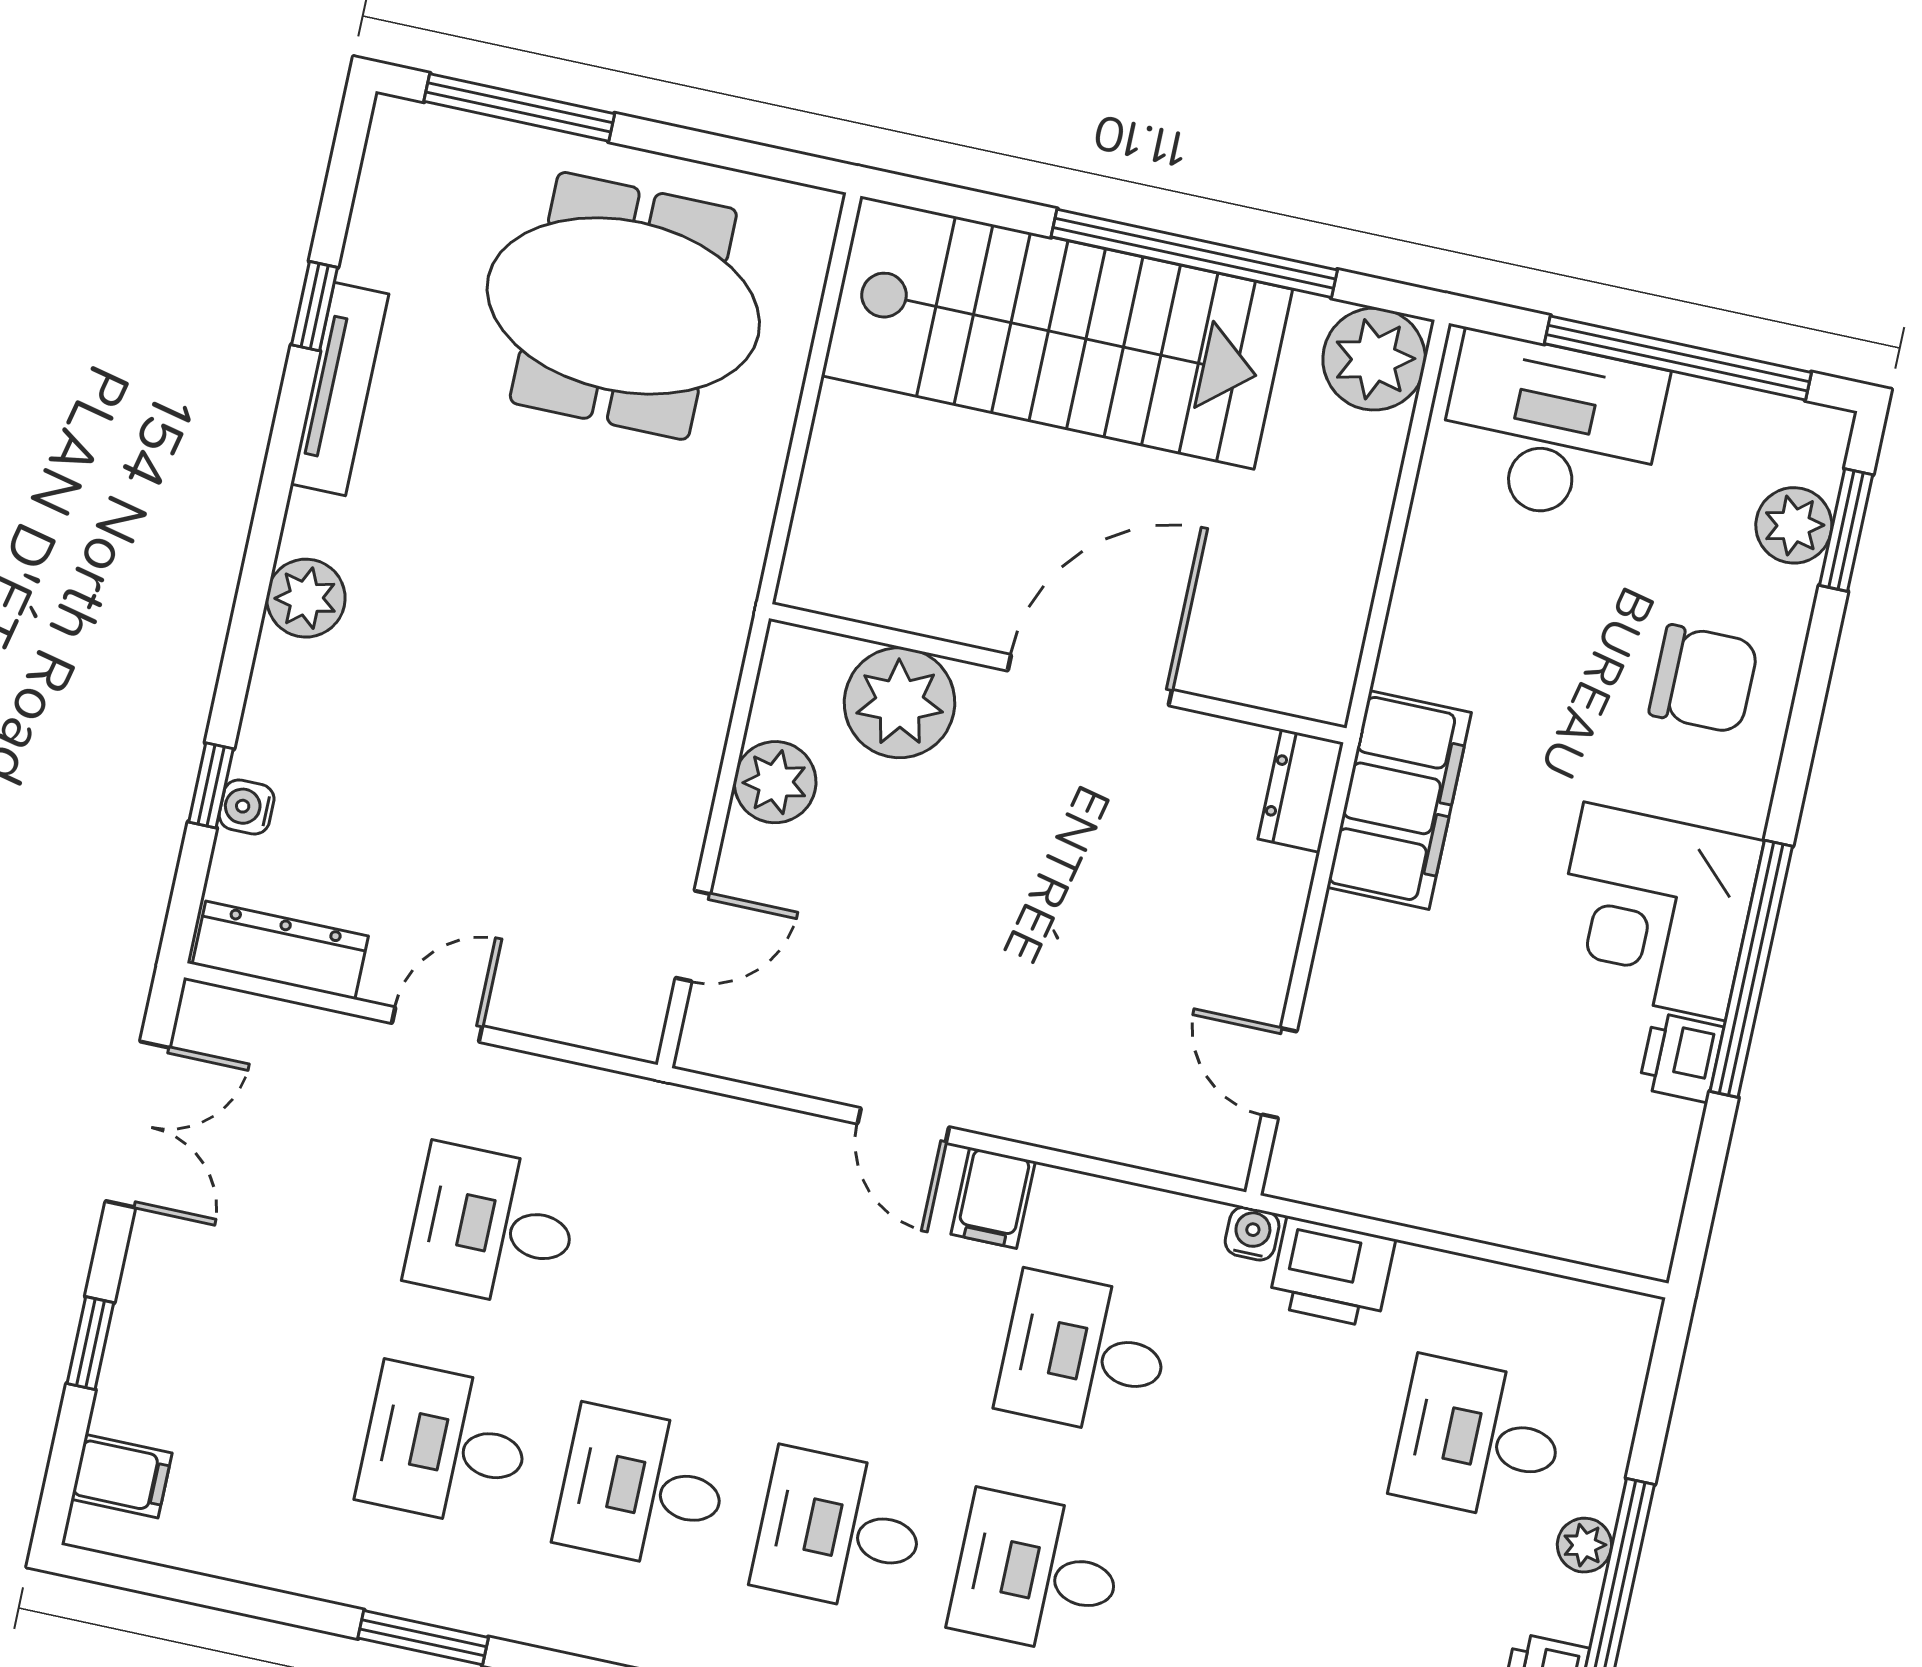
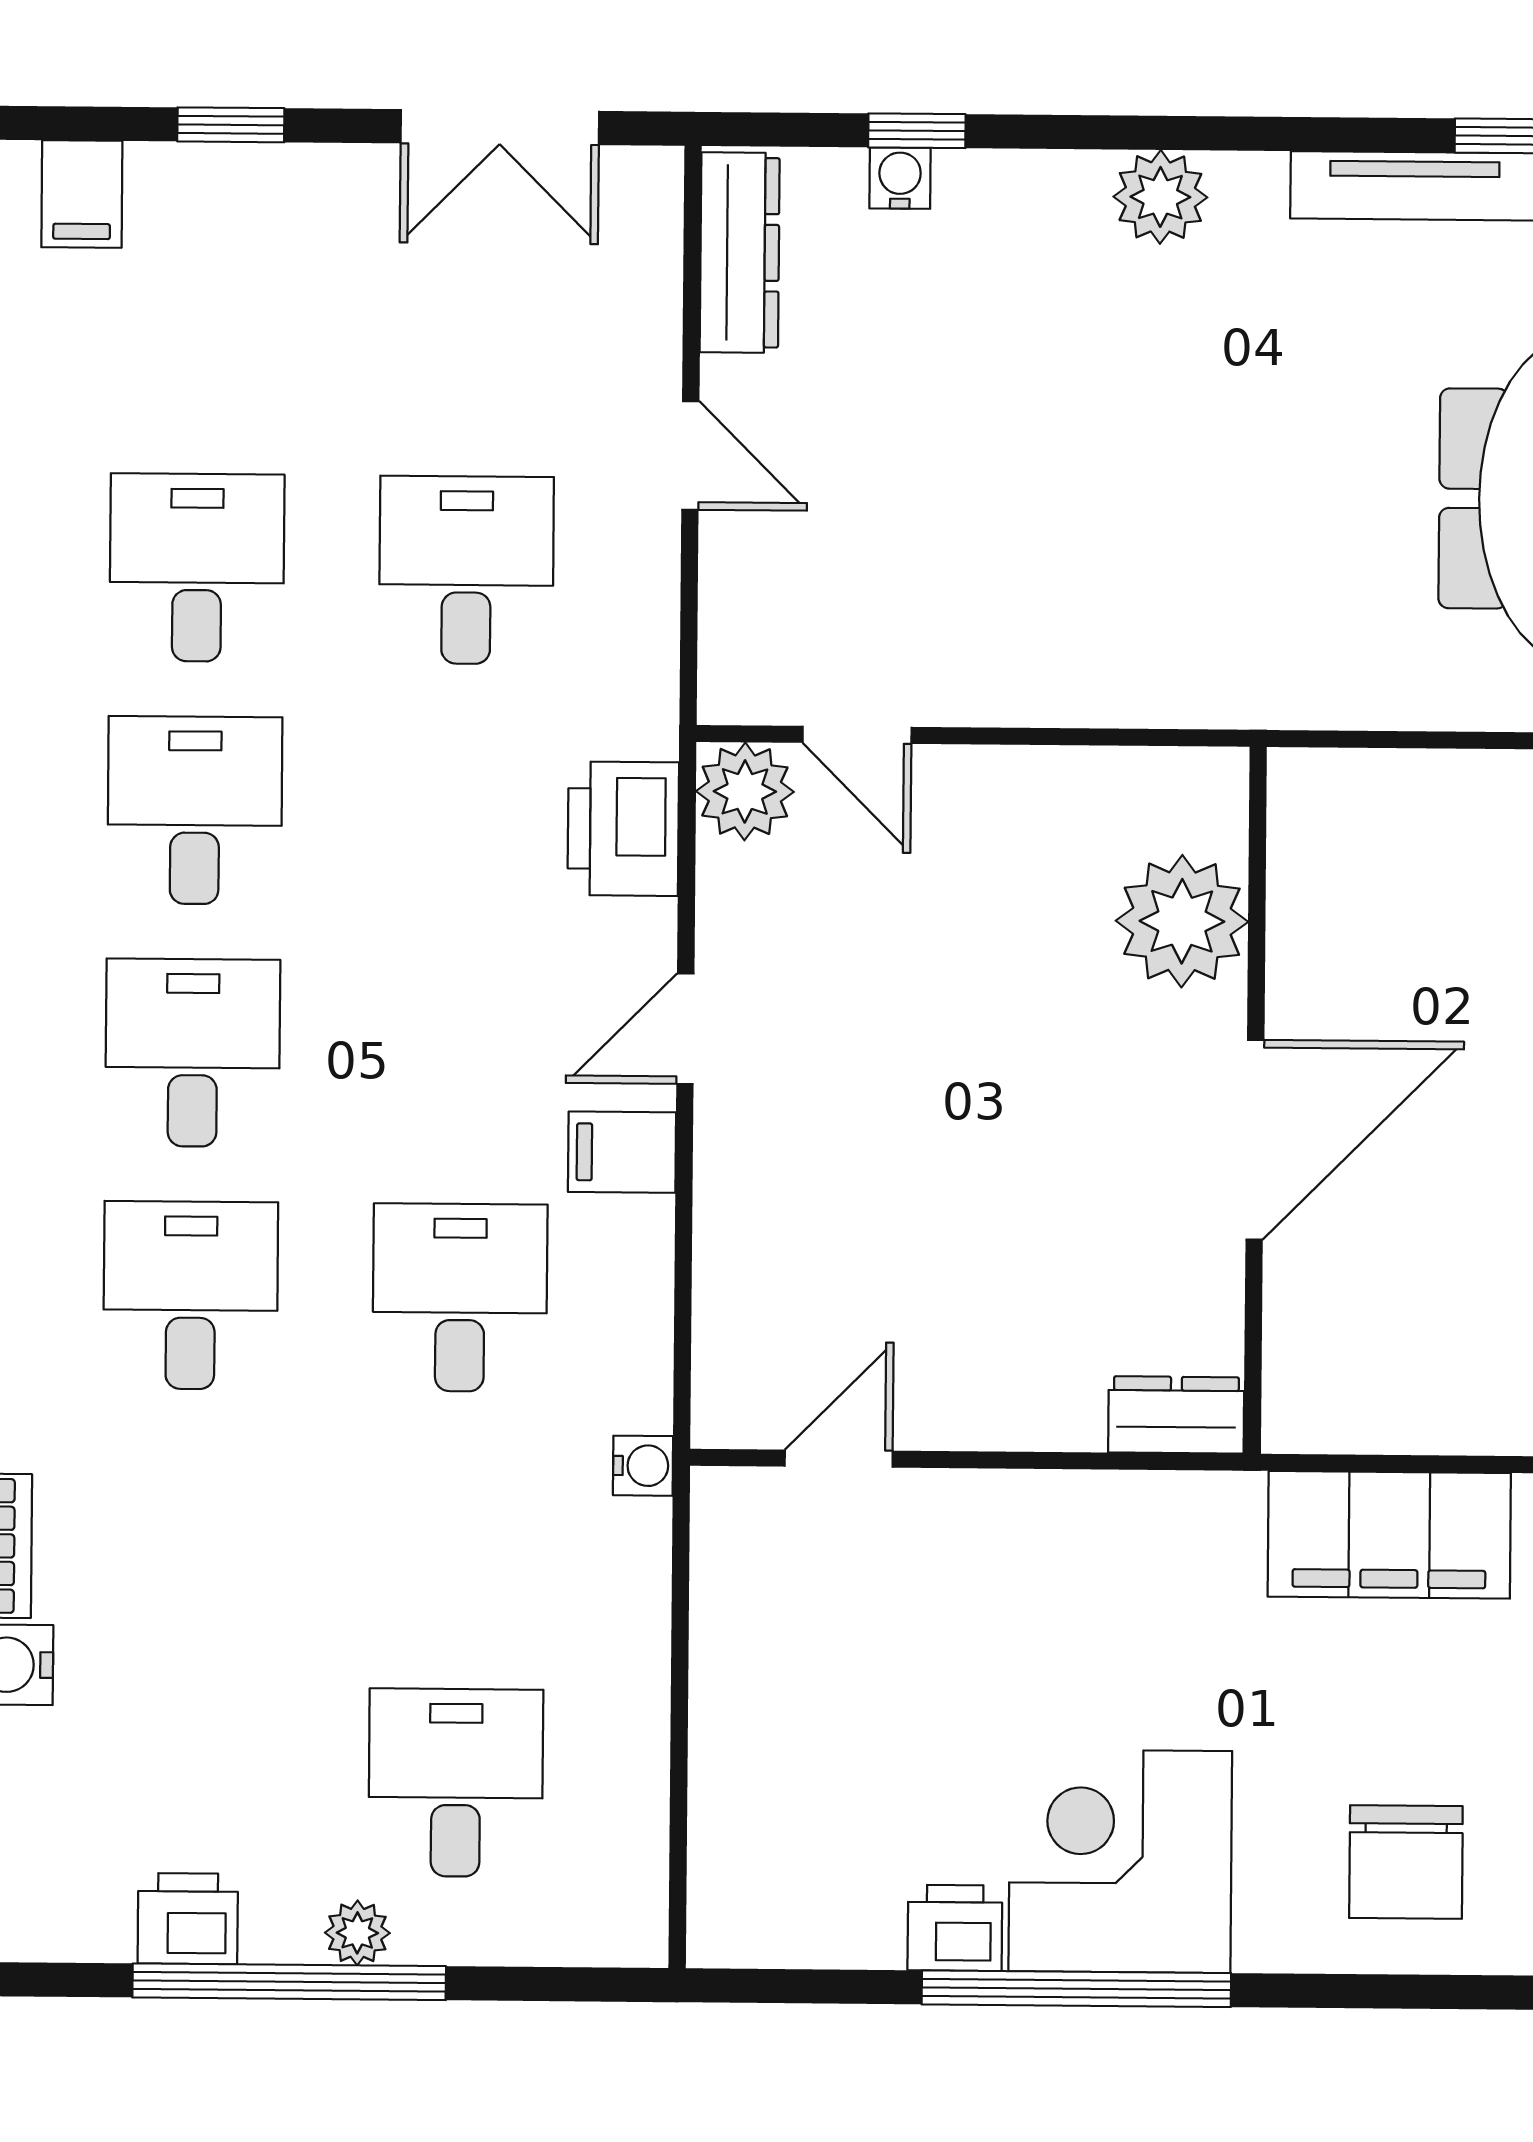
door: (1090, 680) -> (1255, 1140), hinge flipped
plant: (775, 782) -> (745, 791), moved
filing cabinet: (1399, 800) -> (1389, 1535), moved
printer: (1332, 1272) -> (623, 829), moved

